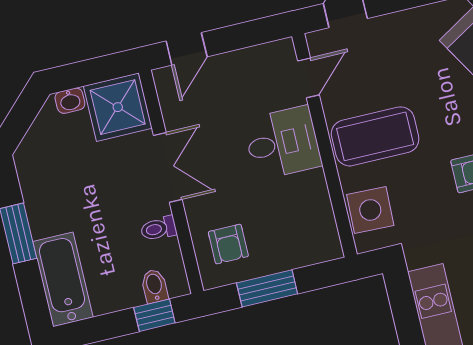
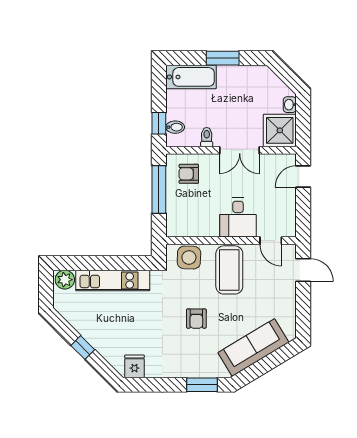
door: (187, 49) -> (303, 177), hinge flipped
window: (267, 288) -> (159, 190), width x1.44

